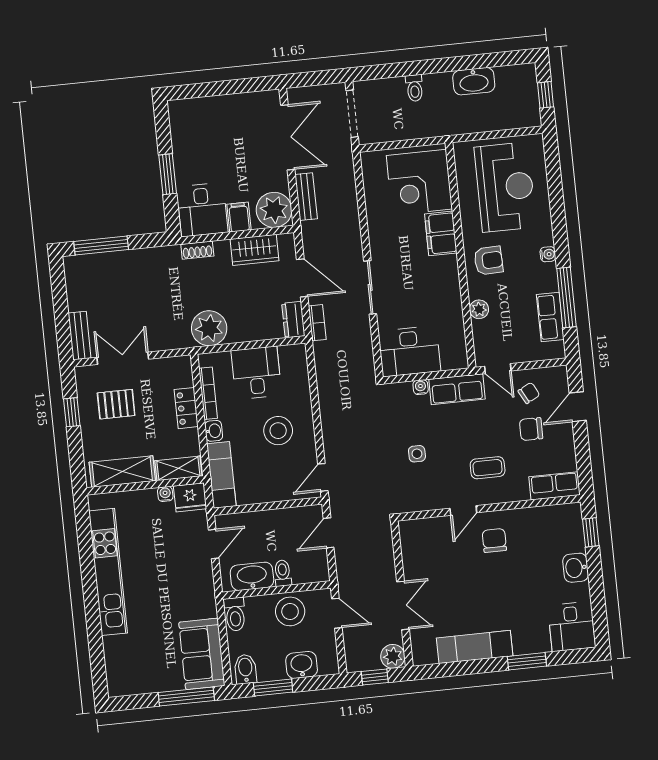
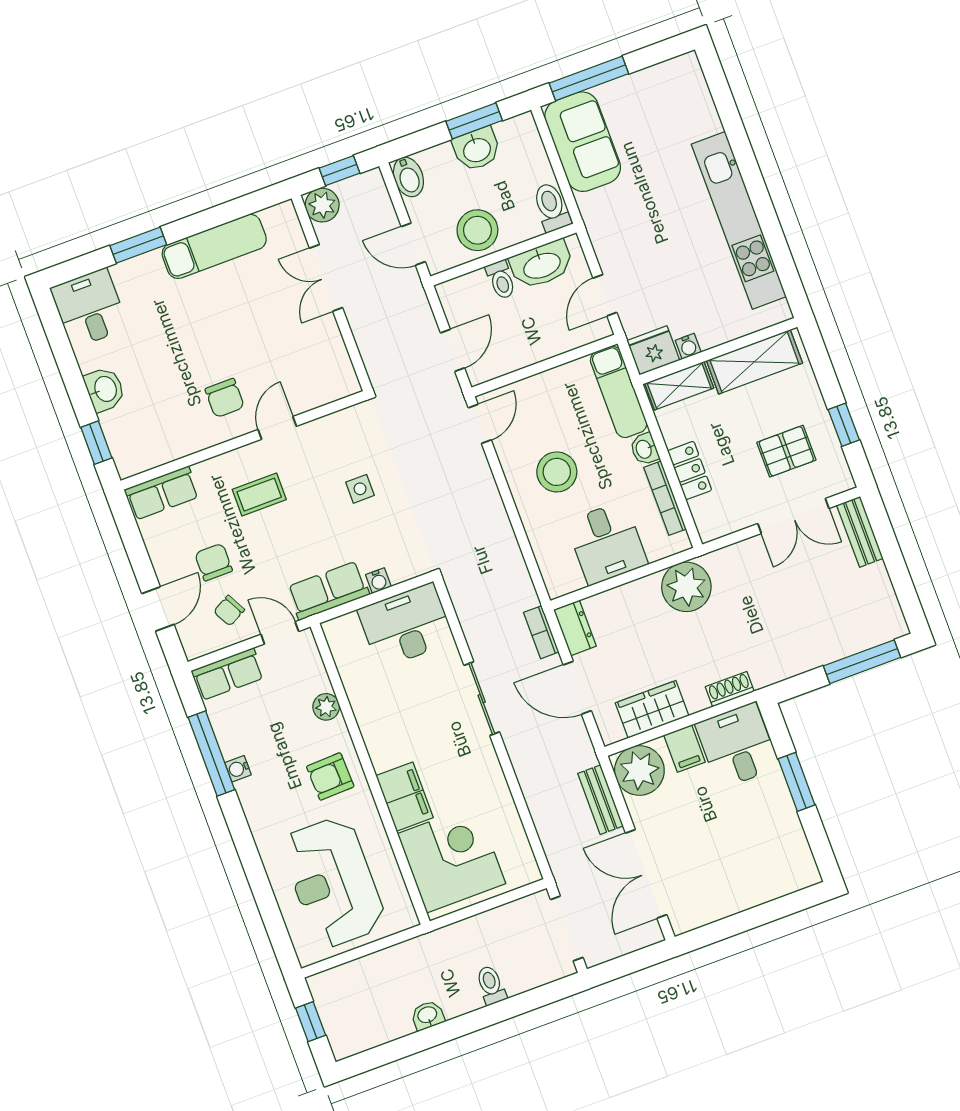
washbasin: (474, 81) -> (428, 1015), width x0.52, depth x0.69
water cooler: (548, 254) -> (238, 769), moved
row of seats: (550, 317) -> (228, 674), moved, turned 90
chair: (531, 429) -> (214, 562), turned -90
washbasin: (302, 665) -> (477, 149), moved
bidet: (245, 669) -> (408, 177), moved

